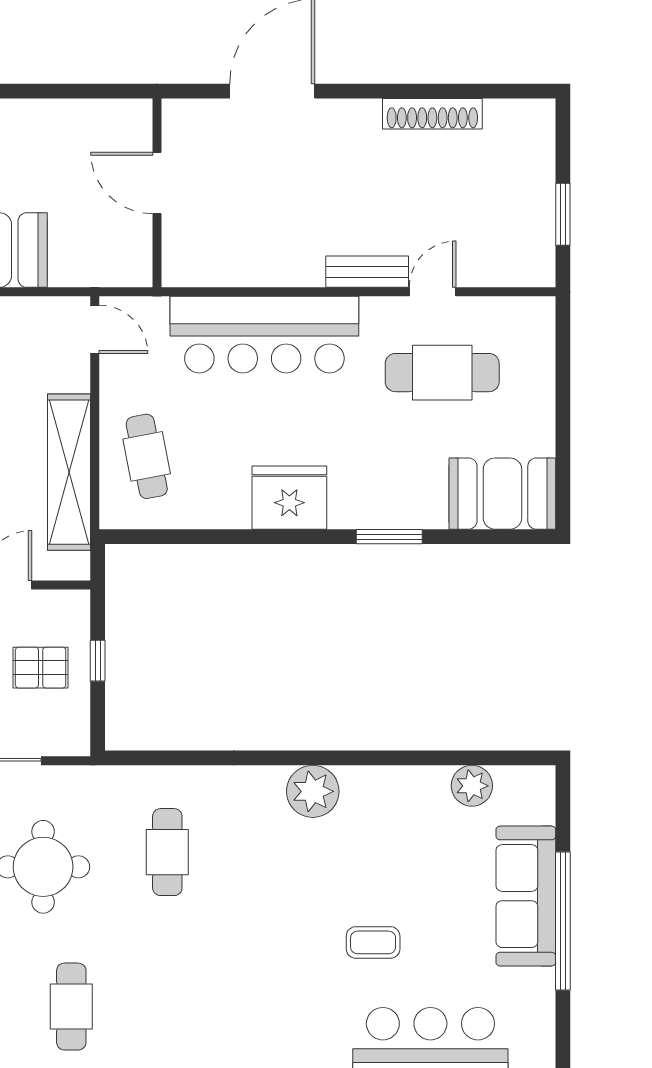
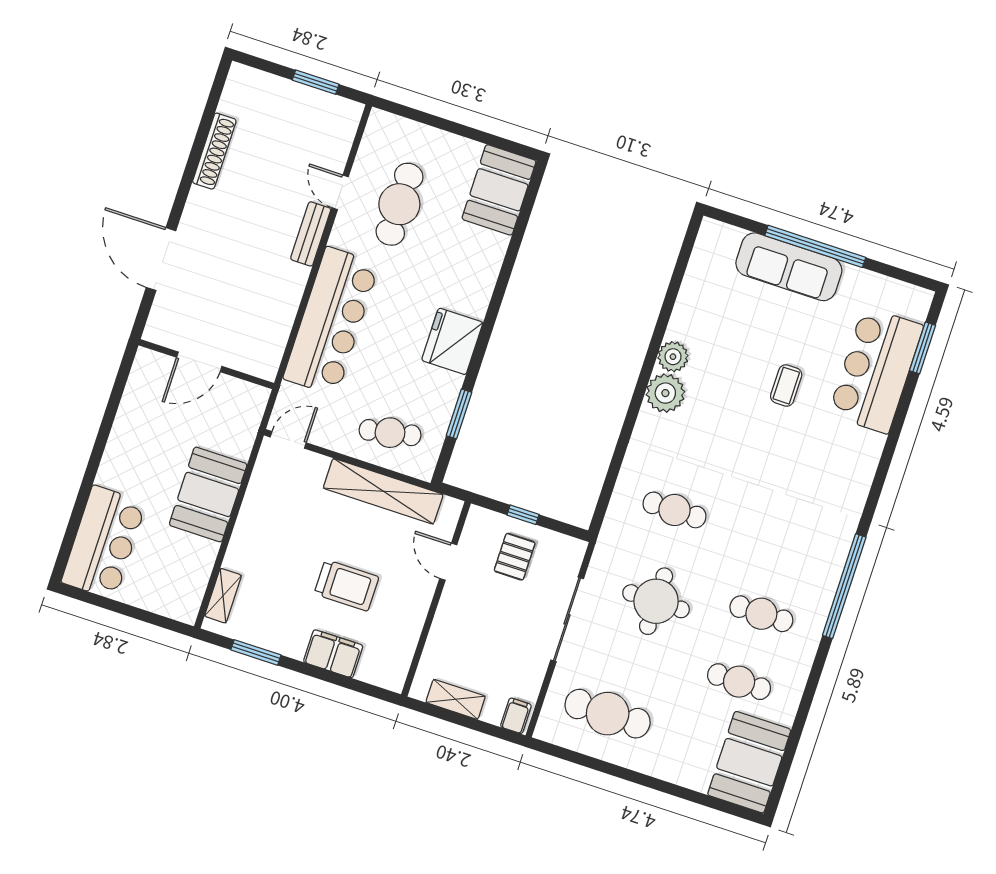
window: (389, 537) -> (459, 414), moved
plant: (472, 786) -> (673, 357), moved

